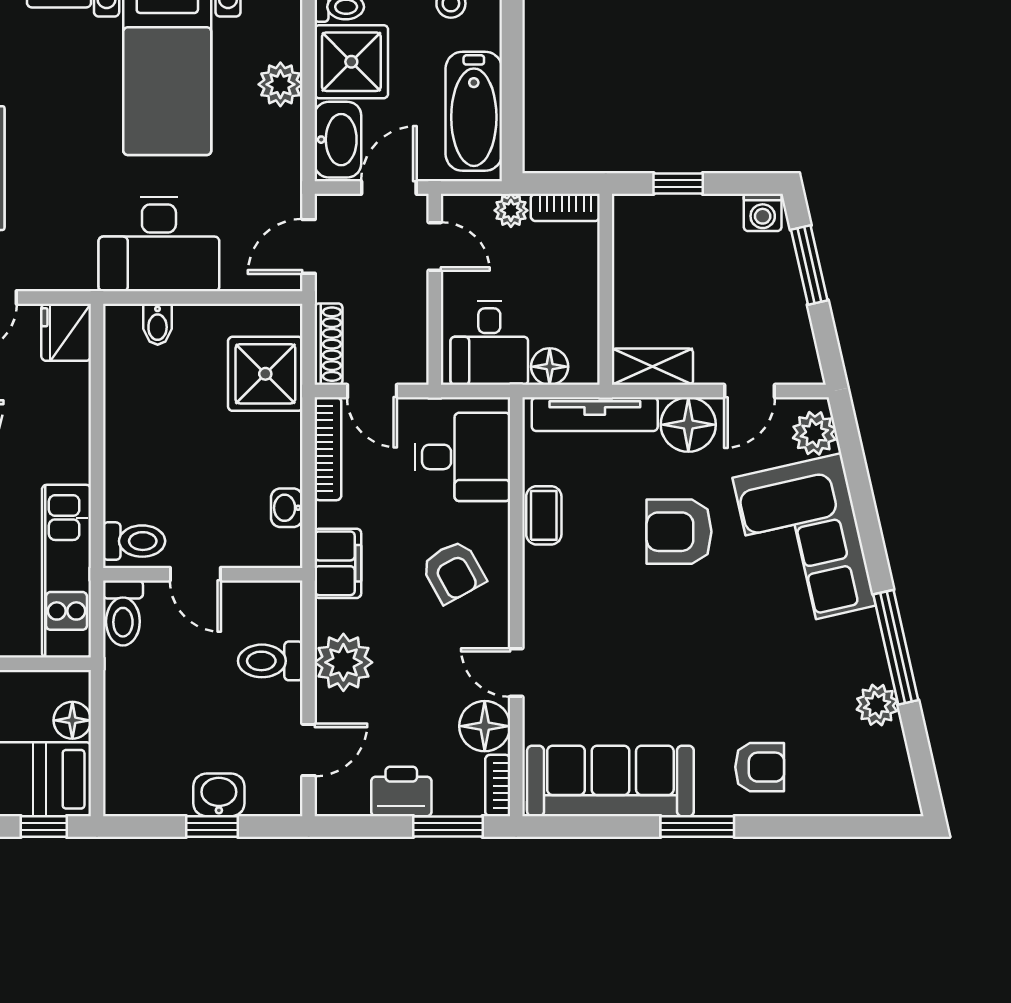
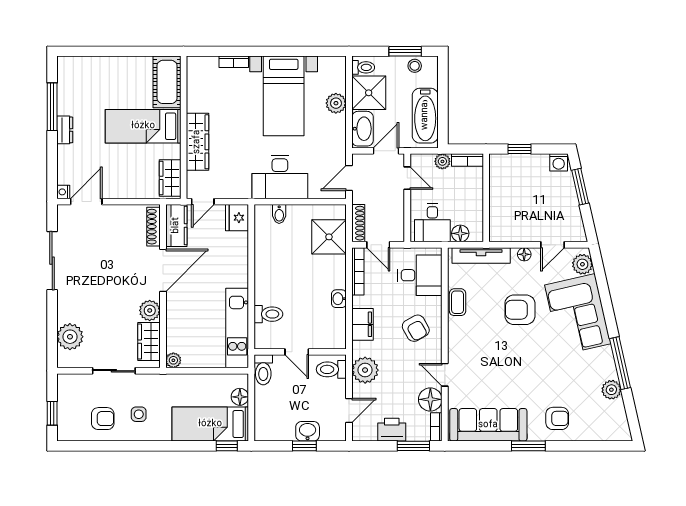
shelving: (652, 367) -> (508, 234), removed
floor lamp: (688, 425) -> (524, 254), width x0.53, depth x0.53
door: (195, 574) -> (297, 352), moved
wall: (203, 574) -> (300, 352), moved
toilet: (123, 613) -> (263, 370), moved

